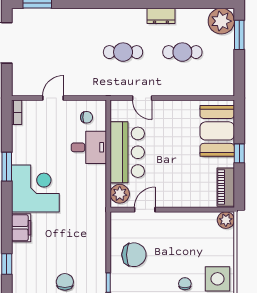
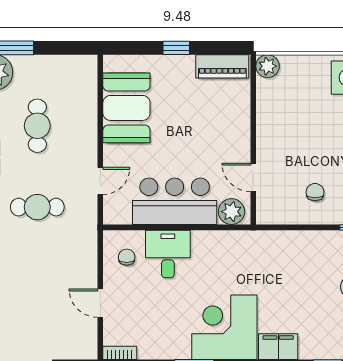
cafe table: (123, 52) -> (37, 207), turned 90
booth: (217, 131) -> (126, 108), moved, turned 90
chair: (134, 255) -> (315, 192), width x0.54, depth x0.54

